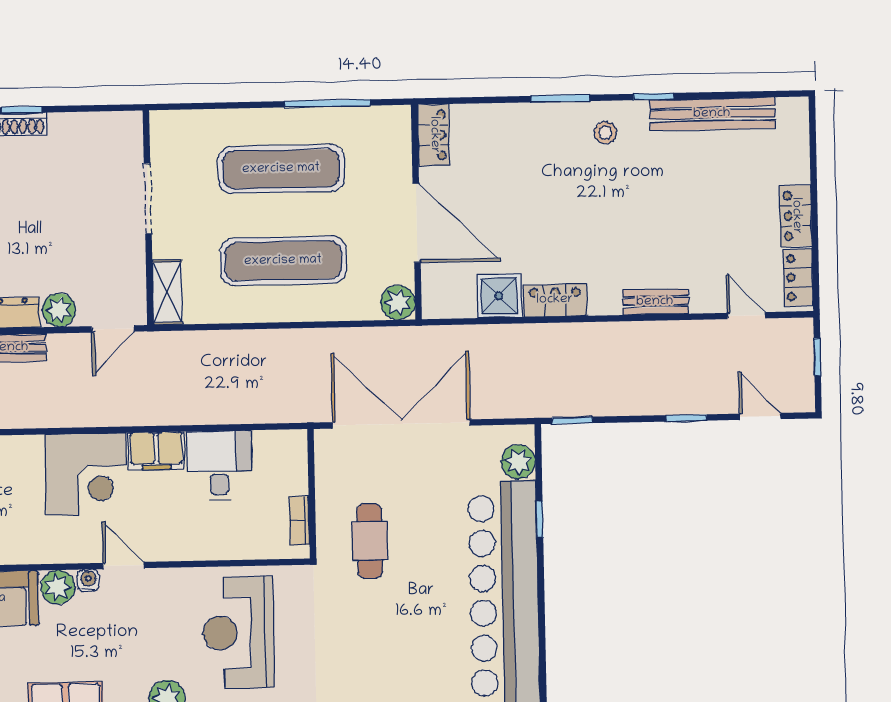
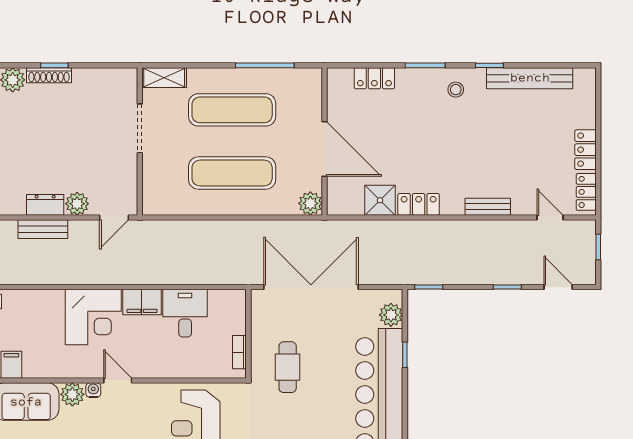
locker: (434, 135) -> (374, 78), moved, turned 90
shelving: (167, 292) -> (164, 78), moved, turned 90

